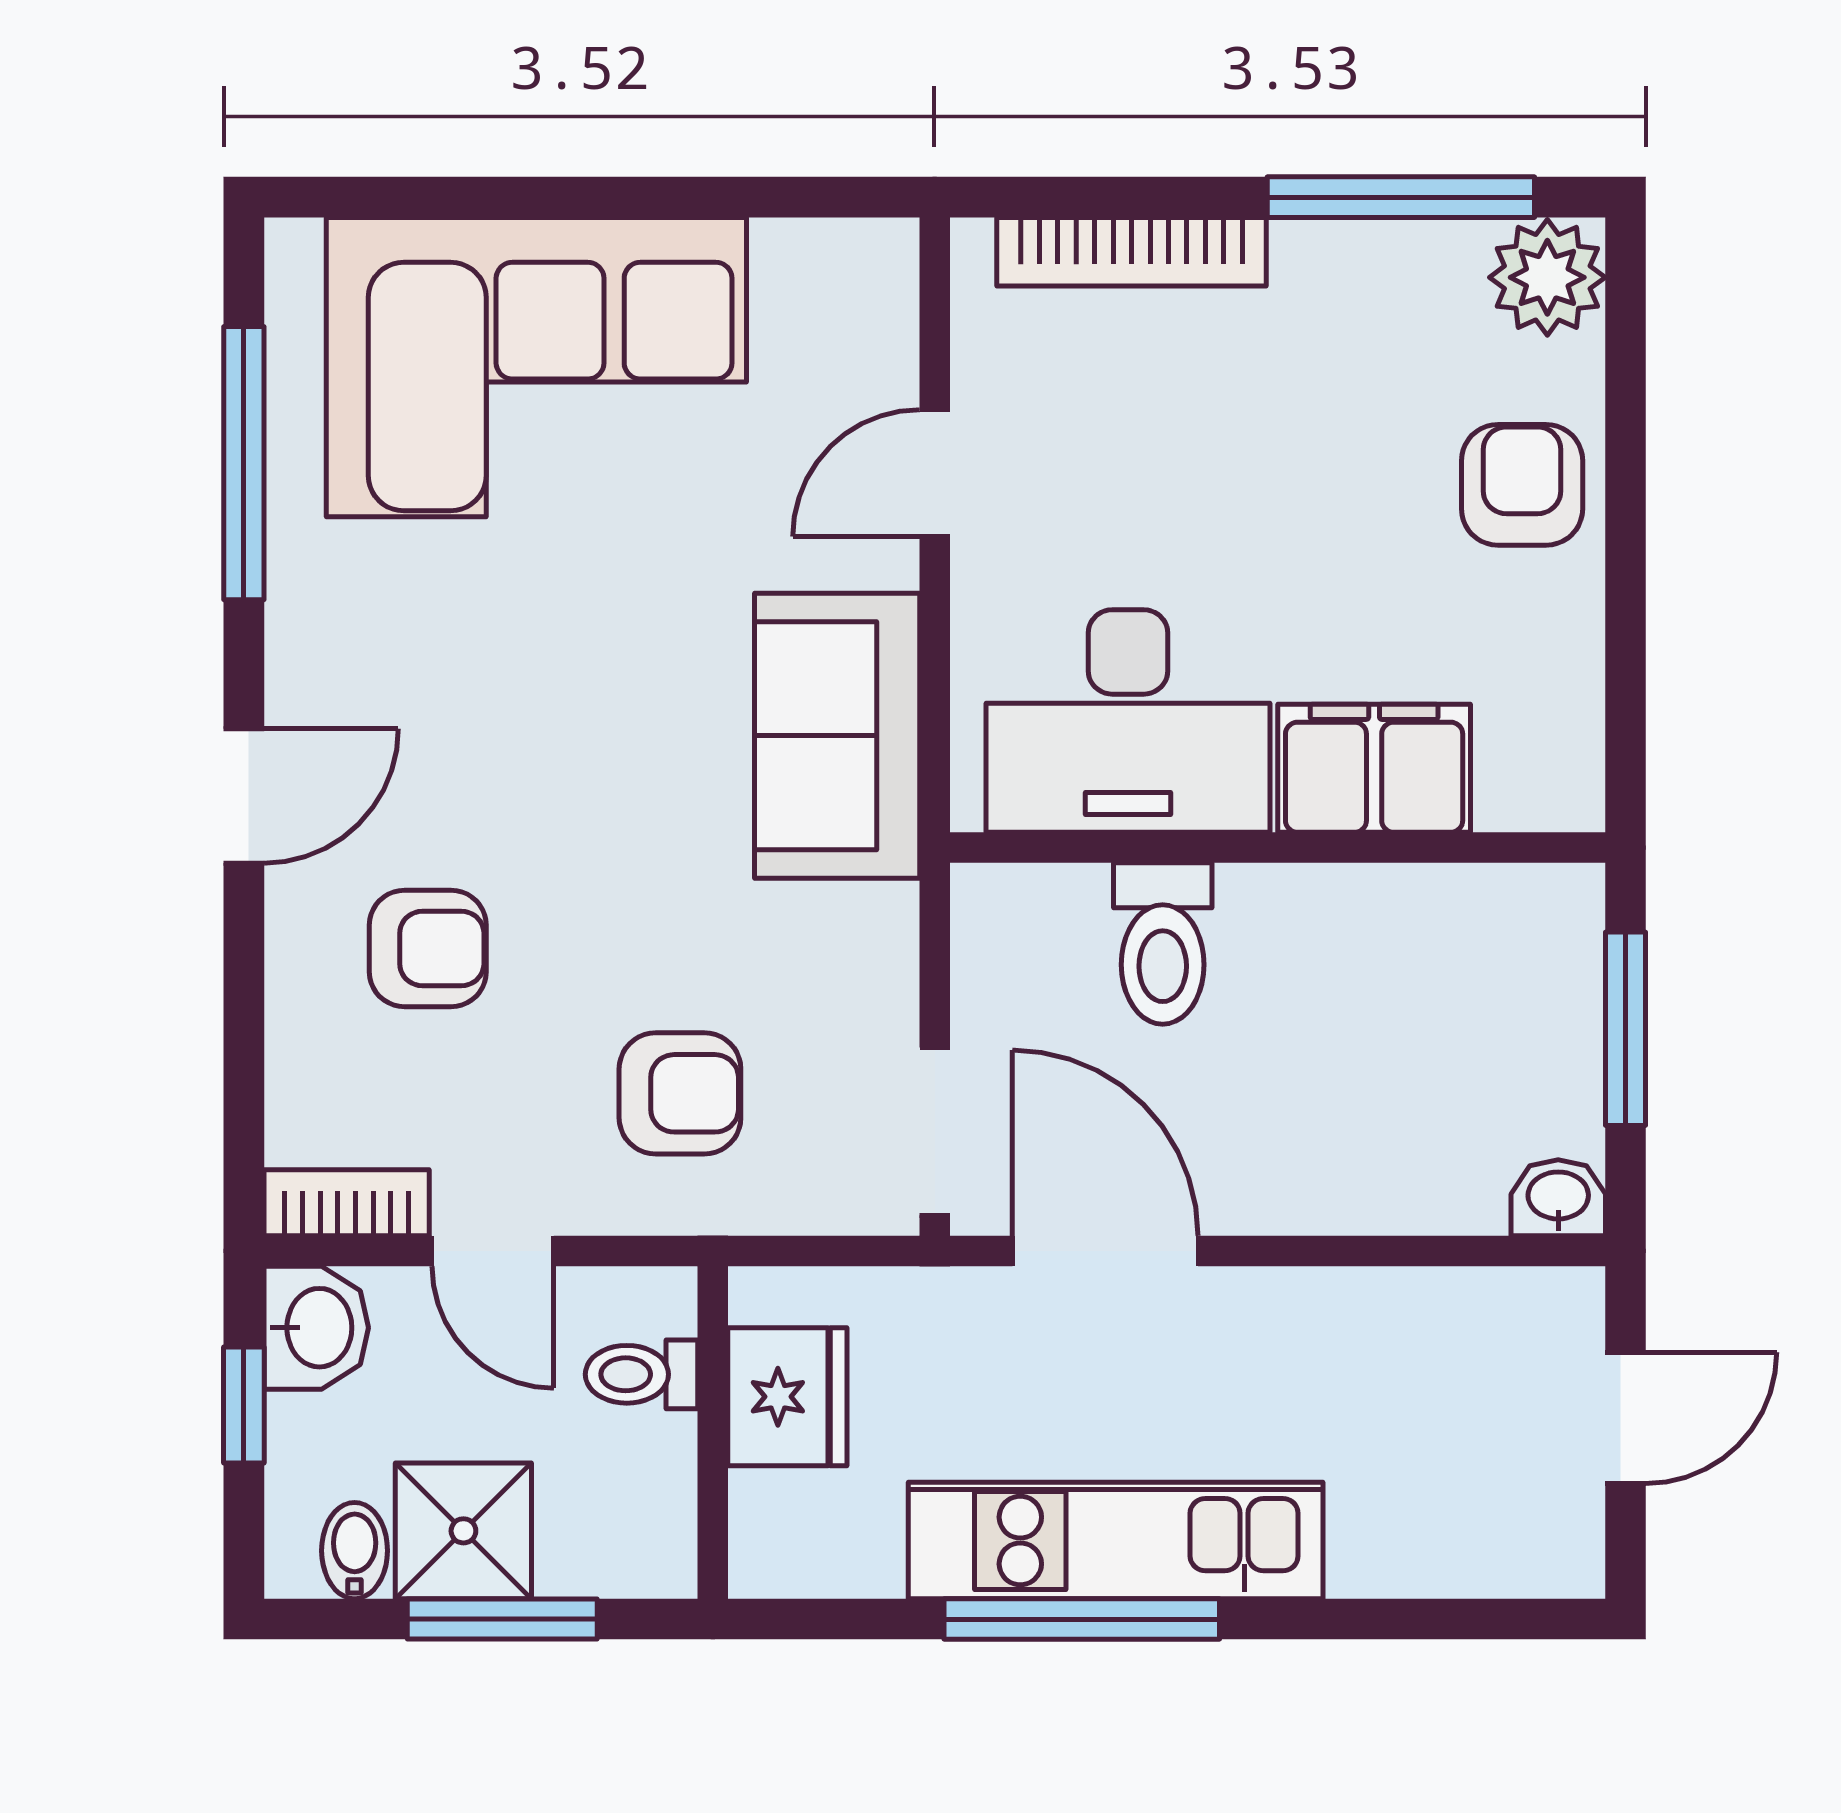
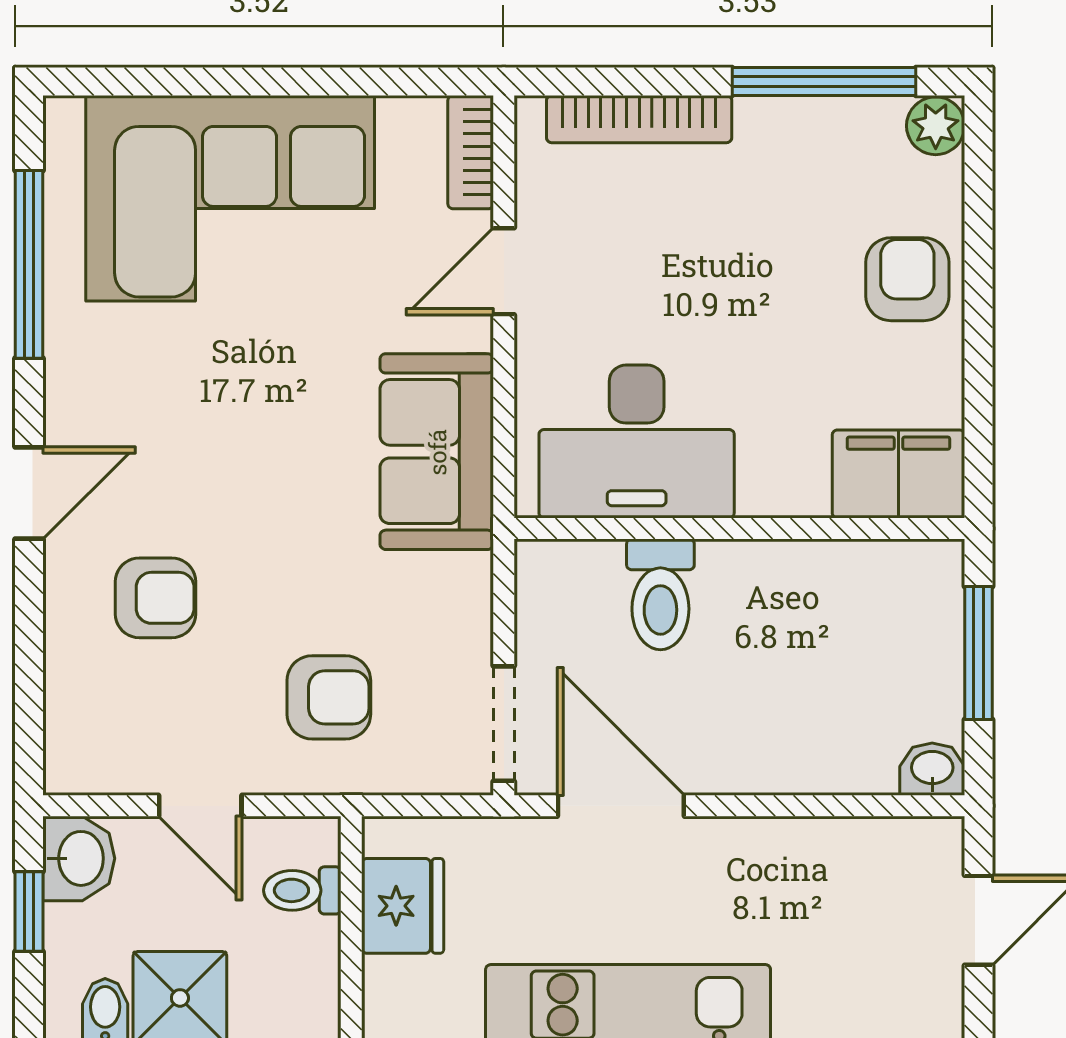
plant: (1547, 277) -> (936, 126), width x0.73, depth x0.73
filing cabinet: (1374, 768) -> (898, 474), moved
bookcase: (347, 1203) -> (471, 152), moved, turned -90

